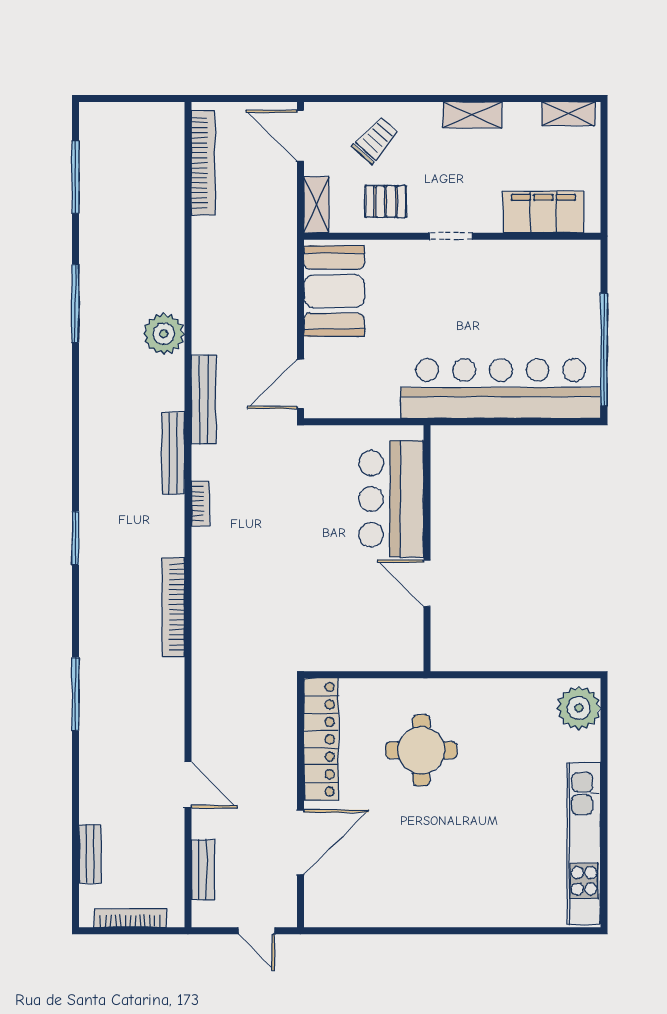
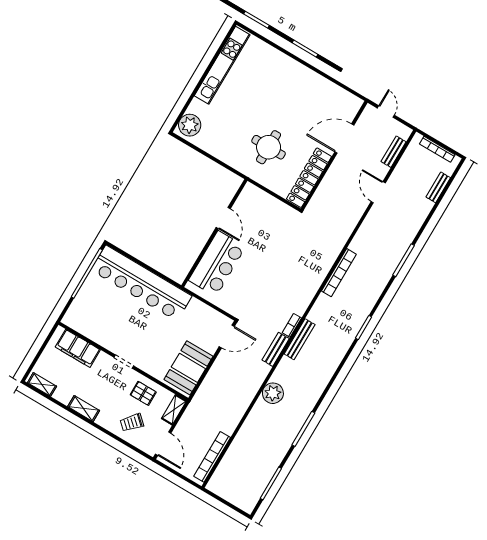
bench: (204, 400) -> (276, 349), width x0.73
bookcase: (200, 504) -> (292, 325), moved

